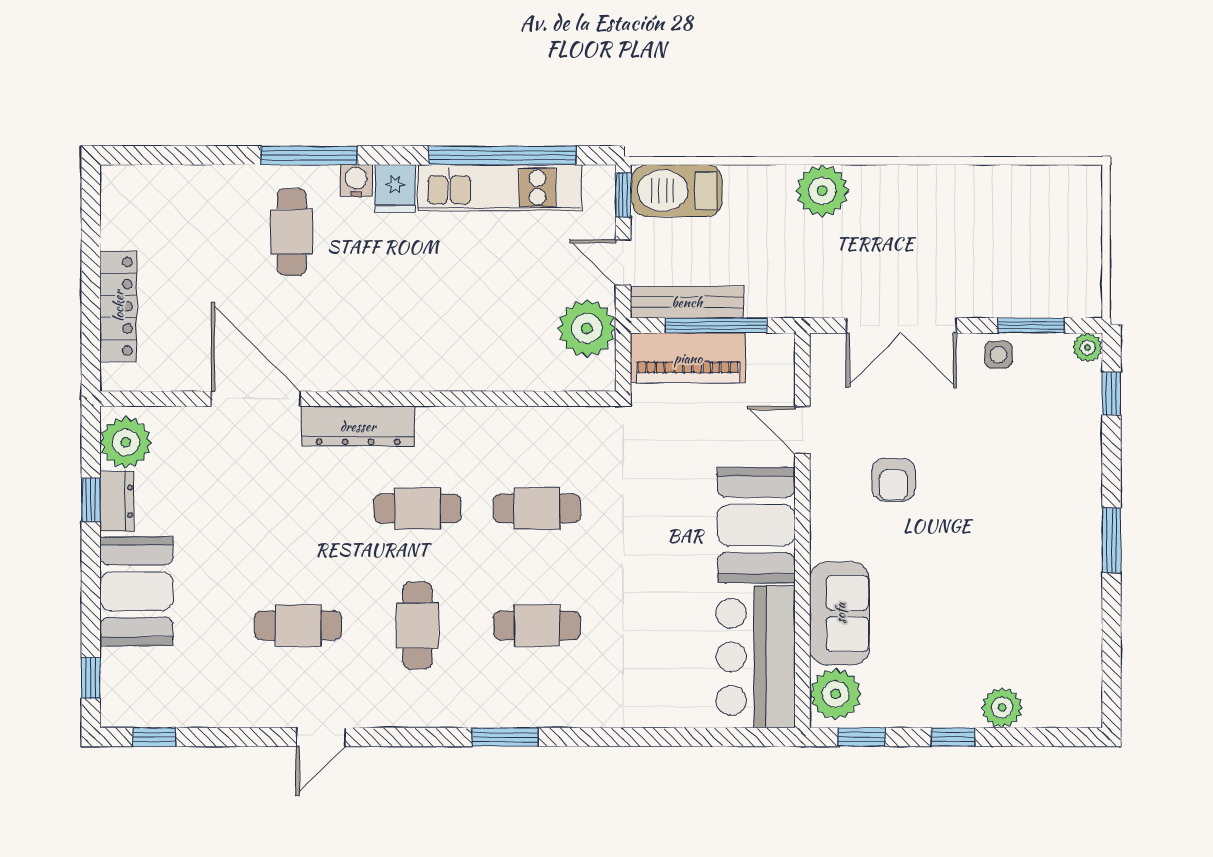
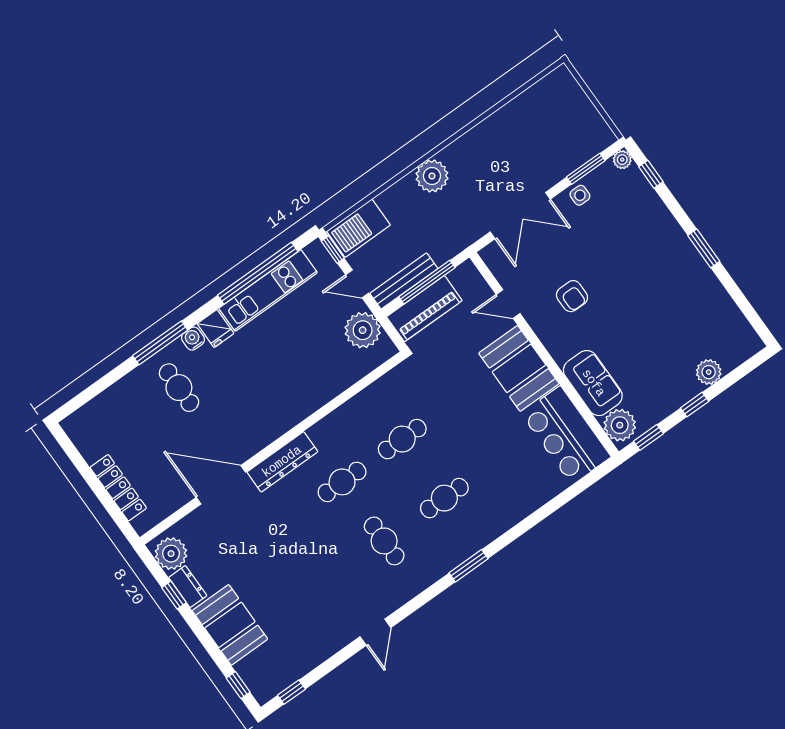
cafe table: (298, 625) -> (324, 584), removed

